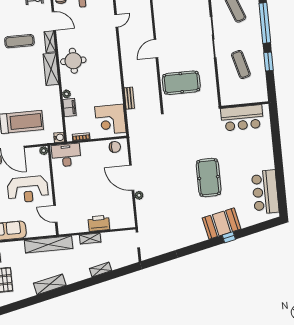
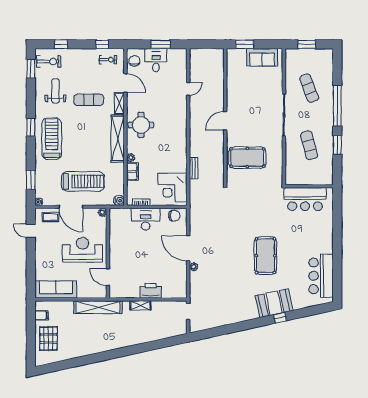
shelving: (51, 69) -> (118, 139), width x1.47
desk: (66, 155) -> (146, 219), moved
reception desk: (28, 189) -> (83, 250), turned 180
shelving: (101, 270) -> (148, 338), removed
shelving: (50, 284) -> (95, 347), removed

